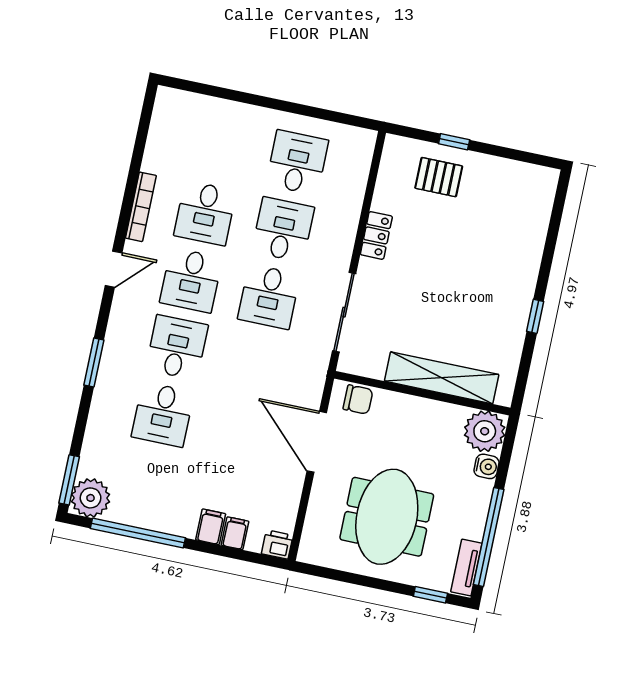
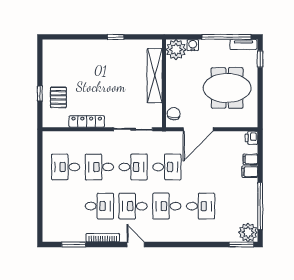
locker: (376, 235) -> (87, 121), width x1.53
desk: (191, 280) -> (133, 206), turned 180
window: (94, 362) -> (74, 244), moved
desk: (255, 364) -> (167, 167), added

